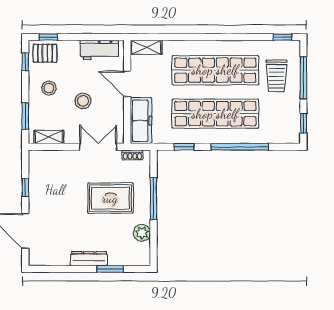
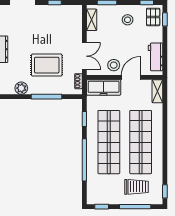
trolley: (277, 76) -> (136, 187), turned 180
stool: (83, 101) -> (114, 65), moved
rug: (110, 198) -> (47, 65), turned 90

